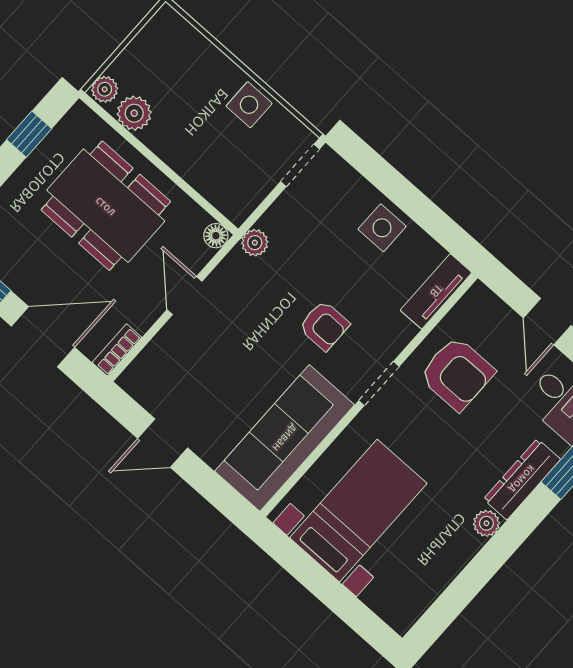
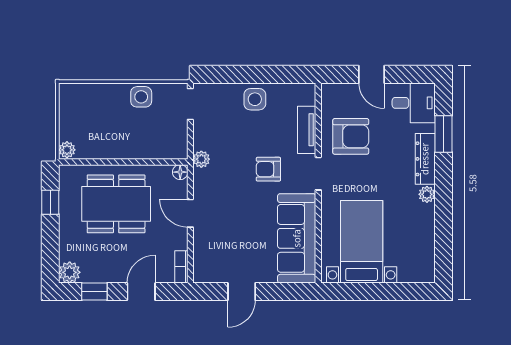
plant: (134, 113) -> (91, 149), removed
tv unit: (436, 291) -> (307, 130), moved
armchair: (324, 325) -> (268, 169), turned 180
door: (43, 337) -> (141, 292), width x0.73

